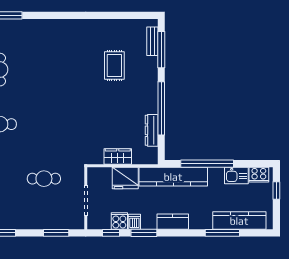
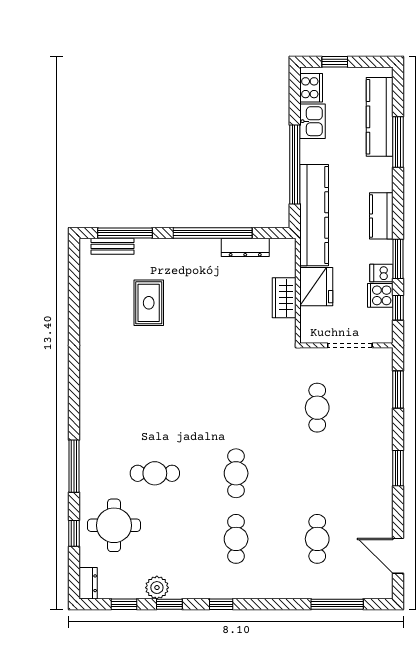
rug: (114, 65) -> (149, 303), turned 90

